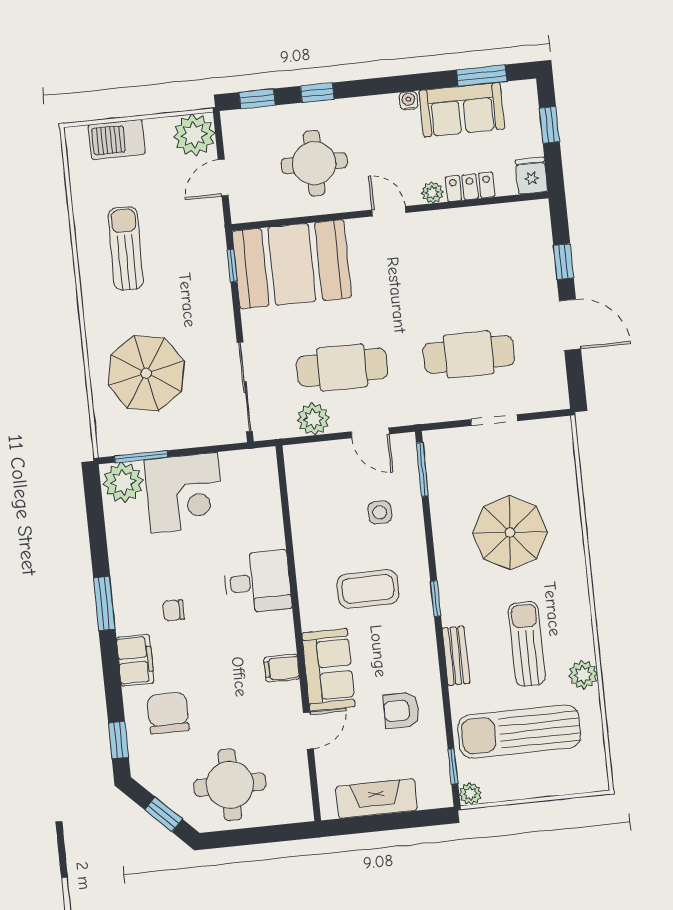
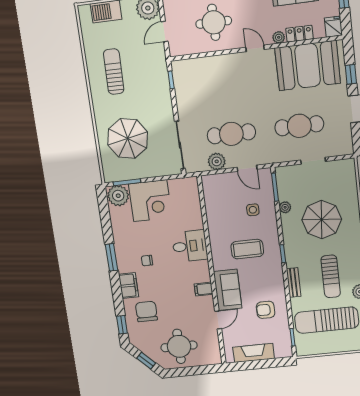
booth: (292, 264) -> (308, 66), moved
sun lounger: (527, 644) -> (331, 276), turned 180
plant: (470, 794) -> (285, 207), moved

